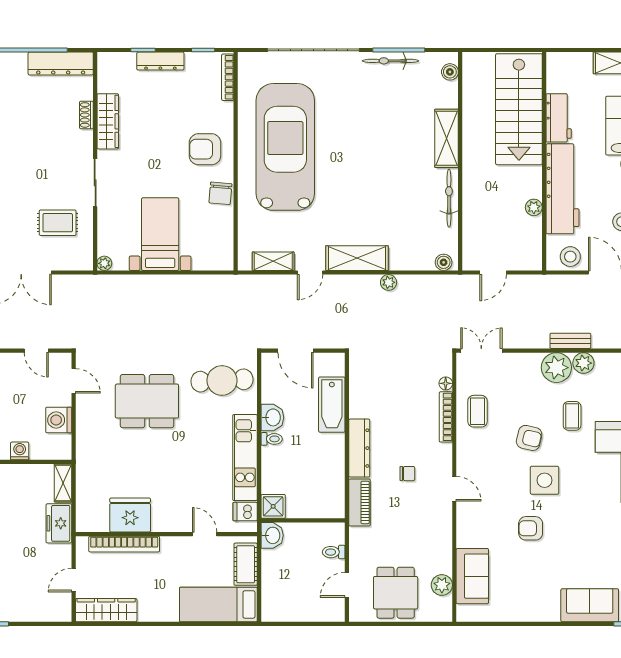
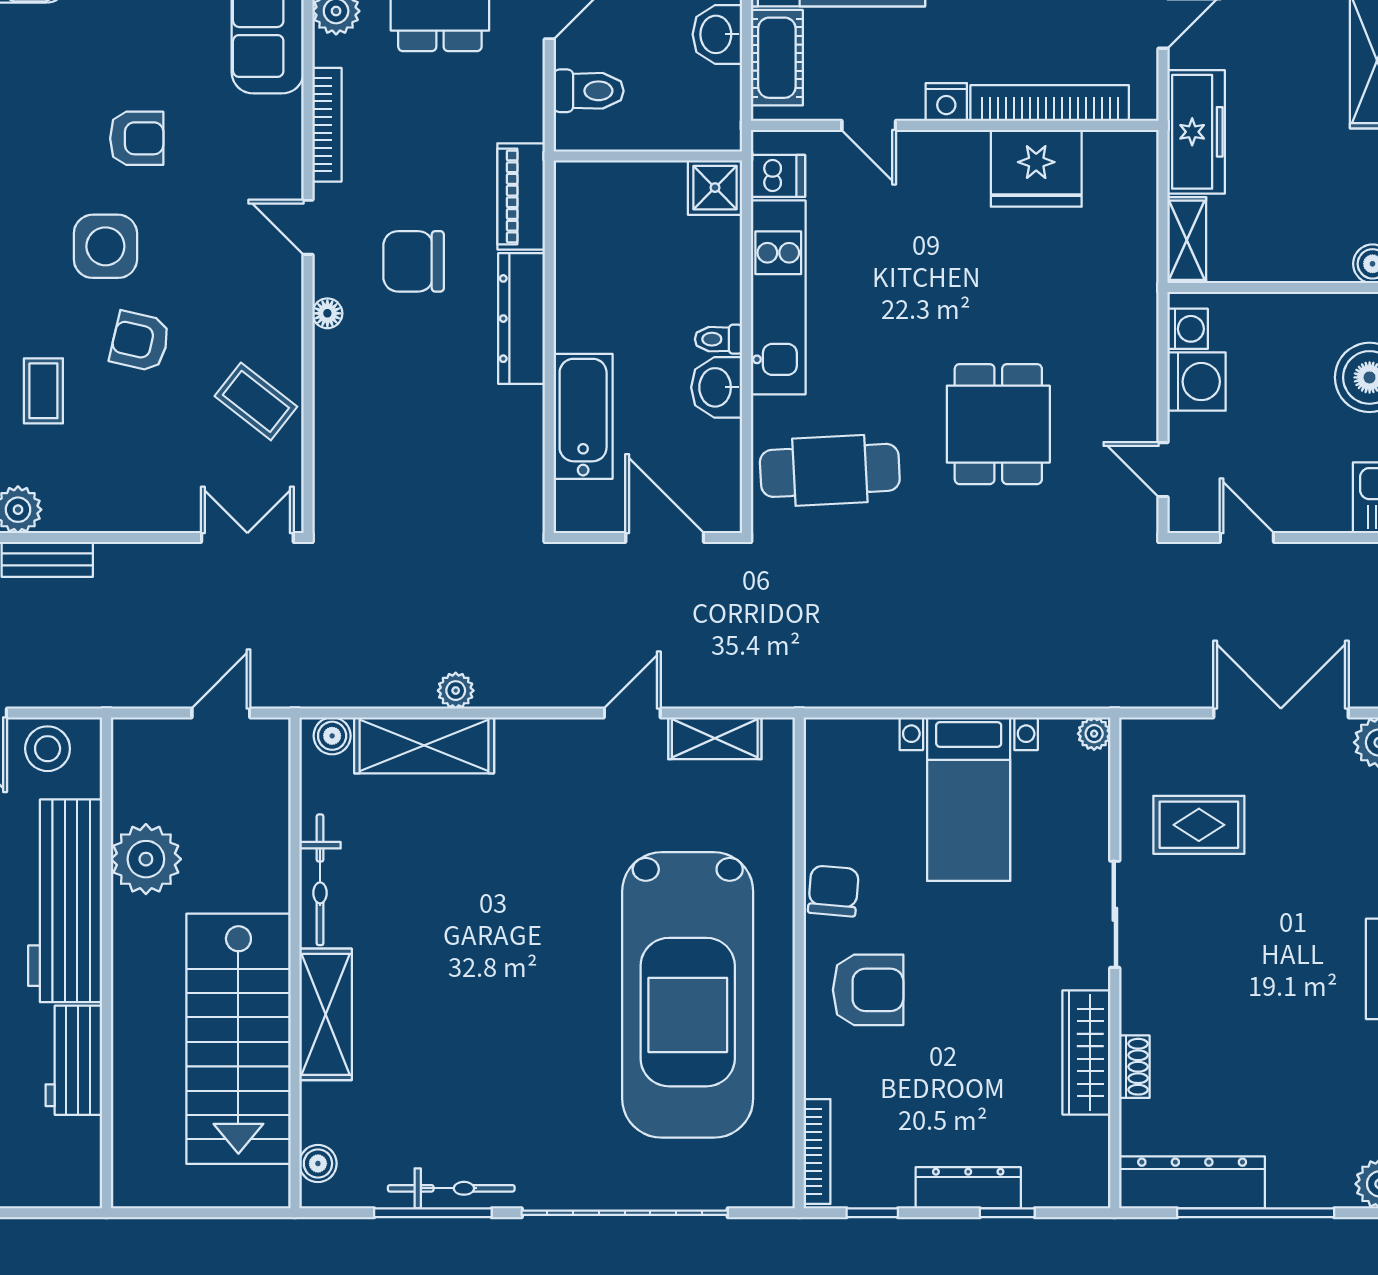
stairs: (519, 109) -> (238, 1039), moved, turned 180
plant: (534, 207) -> (146, 859), width x1.87, depth x1.87
shelving: (357, 258) -> (424, 745), moved
double door: (481, 351) -> (247, 538), swing flipped
plant: (556, 368) -> (79, 499), removed
floor lamp: (446, 383) -> (327, 313), moved
dining table: (147, 401) -> (998, 424), width x0.73
coffee table: (478, 411) -> (256, 401), turned -52
bookcase: (446, 417) -> (327, 125), moved
washing machine: (20, 451) -> (1188, 329), moved, turned -90
chair: (407, 474) -> (414, 261), width x1.87, depth x1.87
freezer: (59, 523) -> (1196, 132), width x1.40
washbasin: (272, 535) -> (717, 34), moved
nightstand: (170, 544) -> (946, 102), added
toilet: (334, 552) -> (589, 91), width x1.37, depth x1.39

